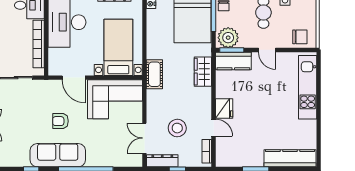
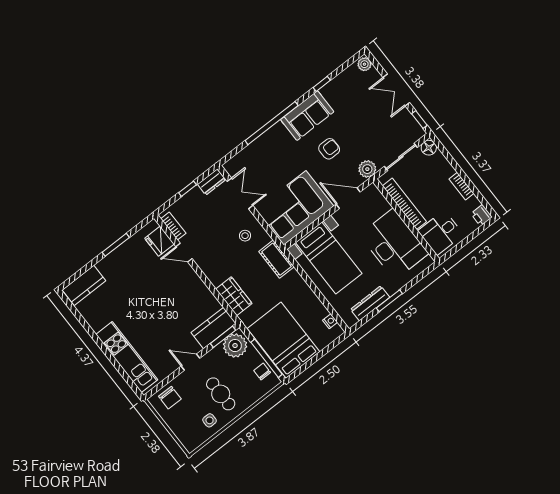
chair: (300, 37) -> (170, 398), turned -90
plant: (45, 87) -> (367, 169), added
fridge: (224, 109) -> (159, 241), moved
stool: (177, 128) -> (245, 236), moved, width x0.53, depth x0.53
sofa: (58, 155) -> (307, 116), width x0.73
kitchen counter: (290, 158) -> (84, 285), width x0.67
dresser: (162, 161) -> (212, 182), width x0.70

